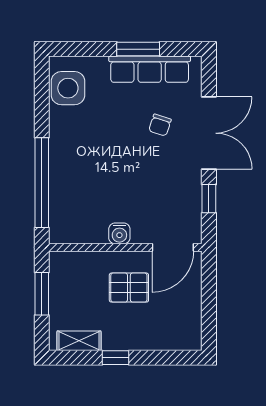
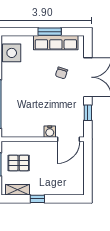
water cooler: (119, 233) -> (50, 132), moved
pallet: (129, 288) -> (19, 163), moved

